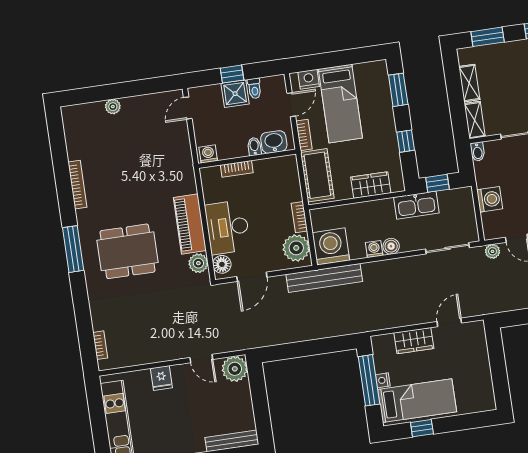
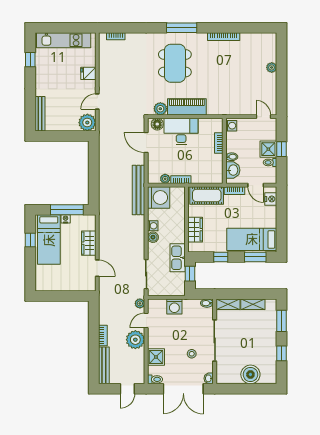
bed: (340, 104) -> (252, 239), moved
plant: (296, 248) -> (165, 179), width x0.53, depth x0.53

